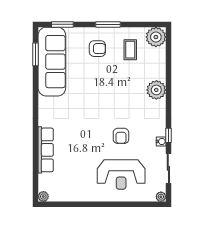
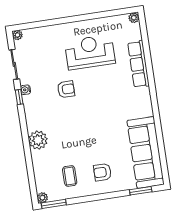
window: (108, 24) -> (54, 204), moved
plant: (156, 37) -> (42, 198), width x0.53, depth x0.53
window: (36, 54) -> (163, 157), removed
armchair: (121, 136) -> (66, 89), turned 90
reception desk: (121, 174) -> (90, 52), moved

